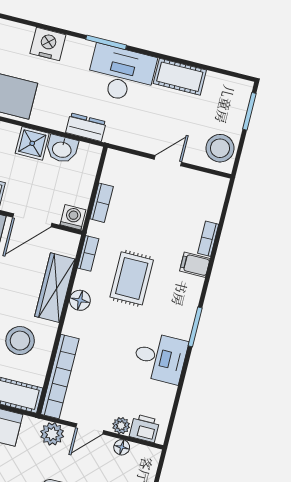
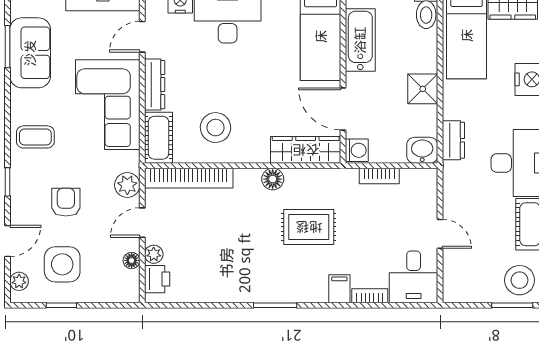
stool: (220, 148) -> (520, 280), moved
washbasin: (62, 149) -> (422, 150), moved, turned 90
bookcase: (88, 253) -> (323, 175), removed
wardrobe: (55, 288) -> (306, 150), moved
desk: (160, 358) -> (414, 277), moved
door: (90, 429) -> (142, 223), hinge flipped

